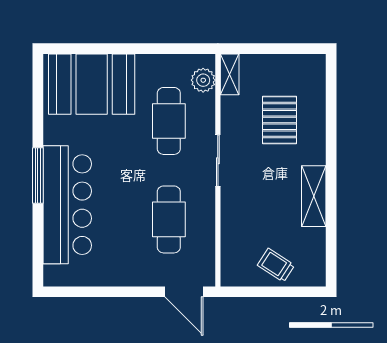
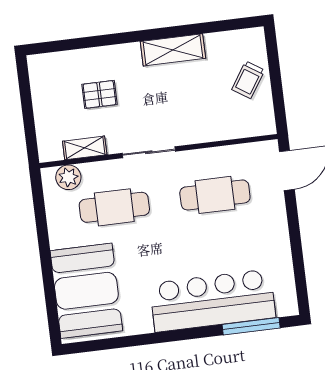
shelving: (230, 74) -> (85, 148), moved
pallet: (279, 120) -> (99, 94), width x0.67, depth x0.71
window: (38, 175) -> (251, 326), moved

